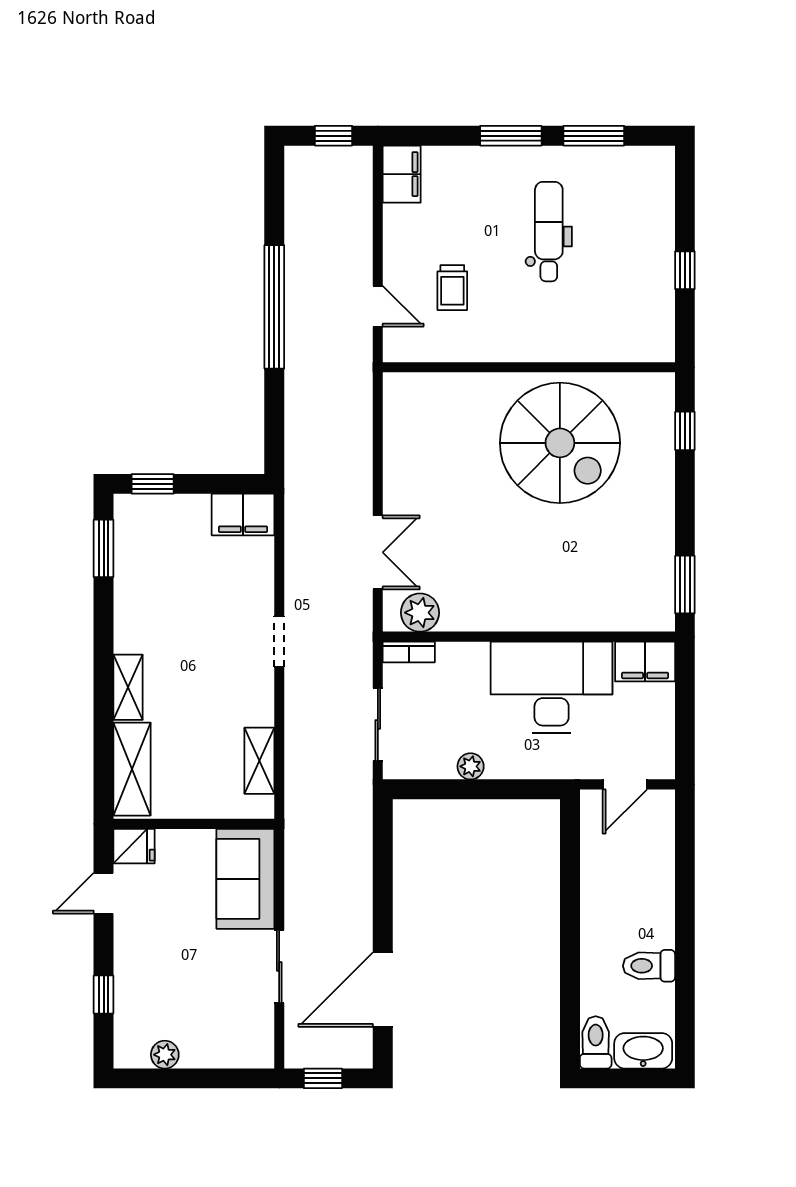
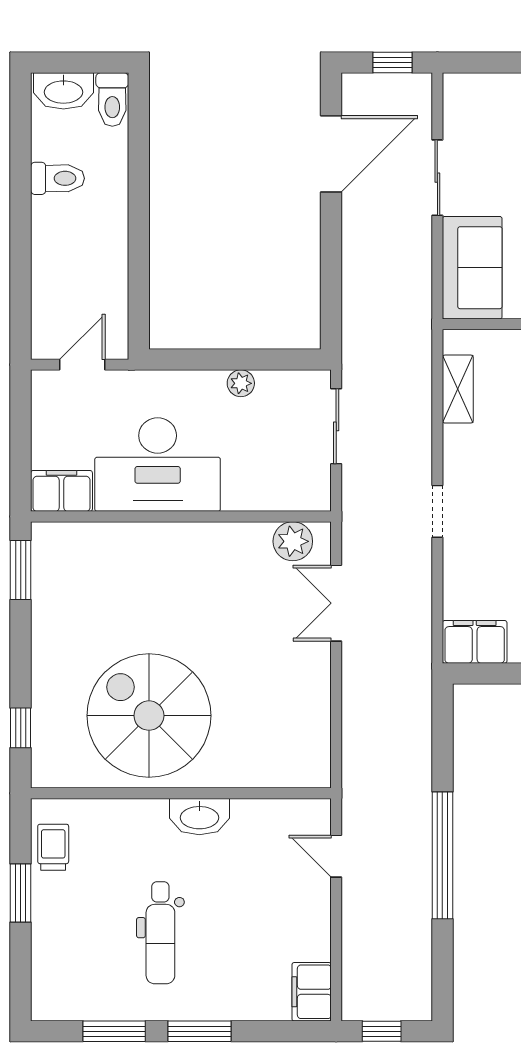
window: (685, 270) -> (21, 893), width x1.50
trolley: (452, 288) -> (53, 847), moved
washbasin: (511, 345) -> (199, 817), added
bookcase: (409, 652) -> (304, 501), removed

